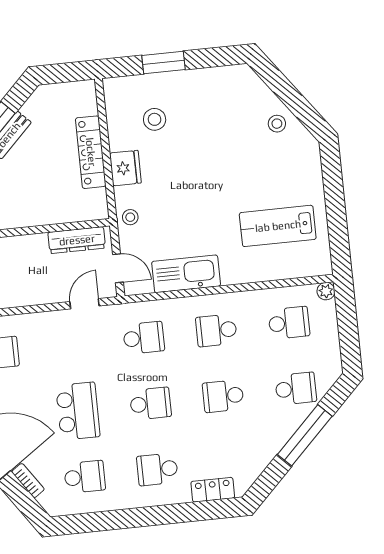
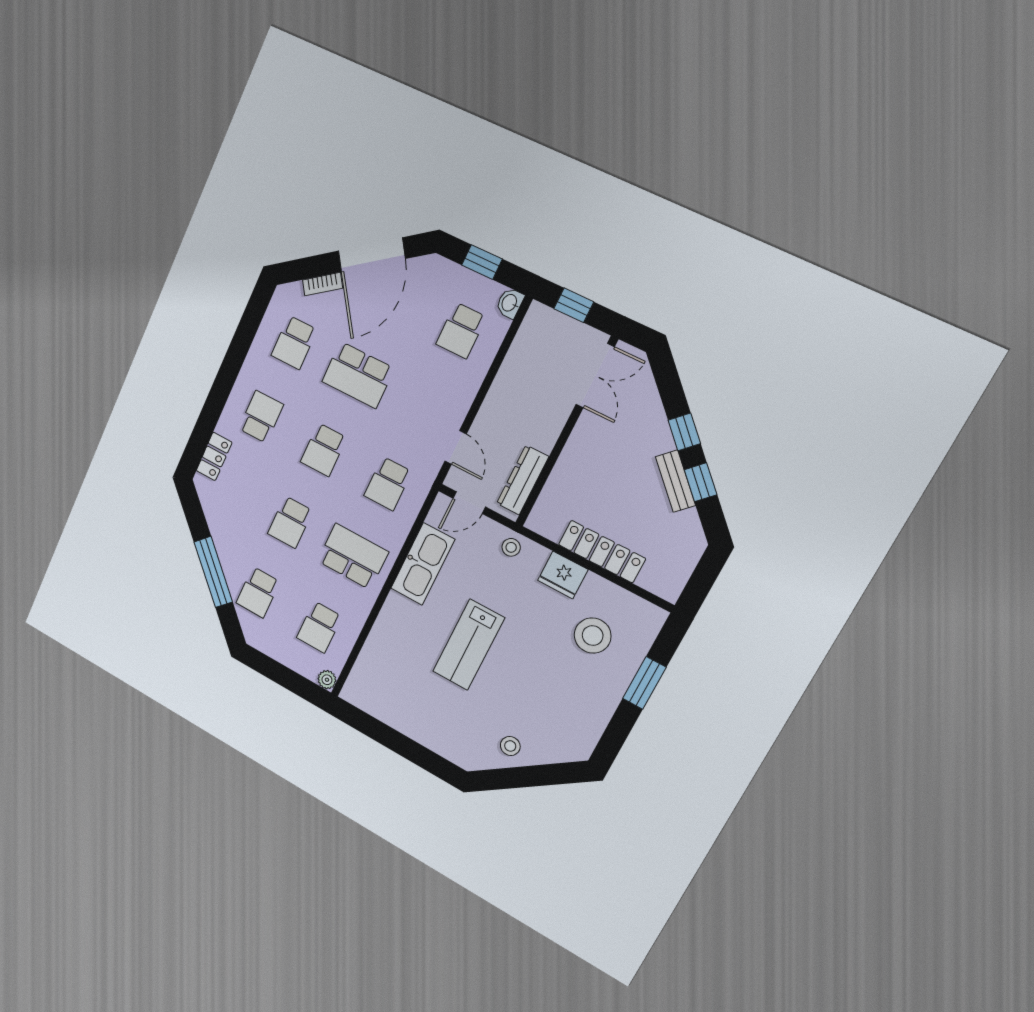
stool: (155, 119) -> (593, 636), width x1.38, depth x1.38
lab bench: (278, 226) -> (469, 645), moved, turned 180
school desk: (216, 330) -> (353, 556), width x1.85
school desk: (223, 396) -> (290, 522), turned 180

